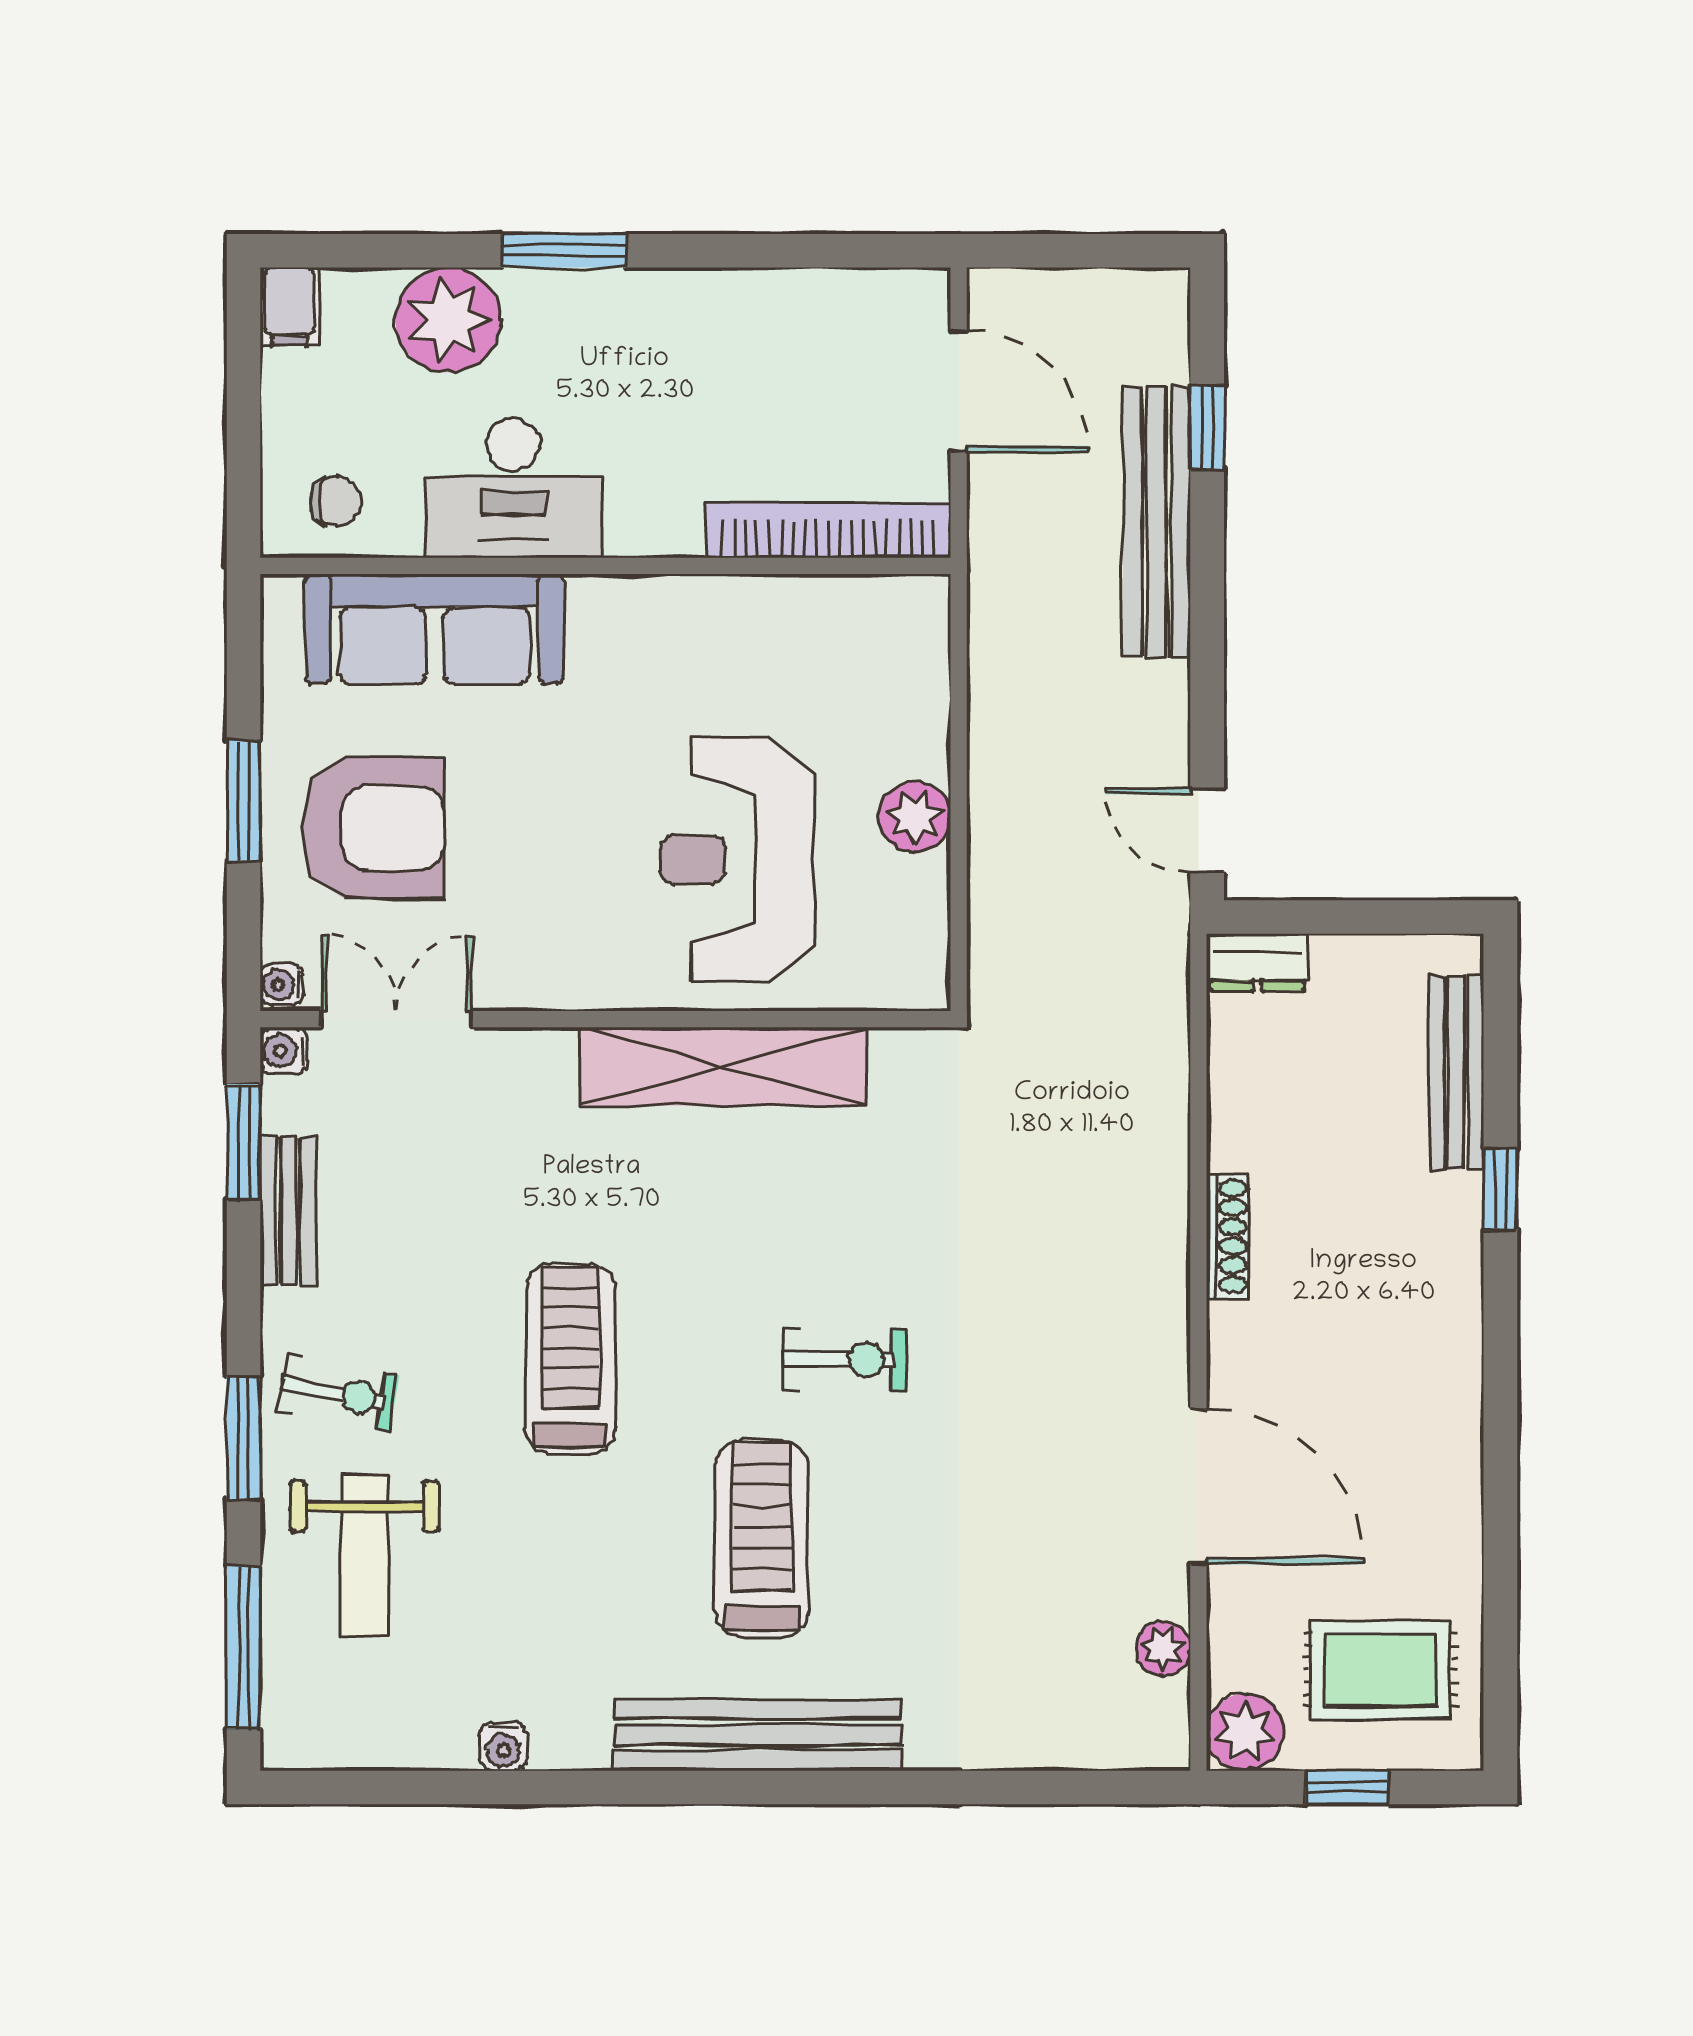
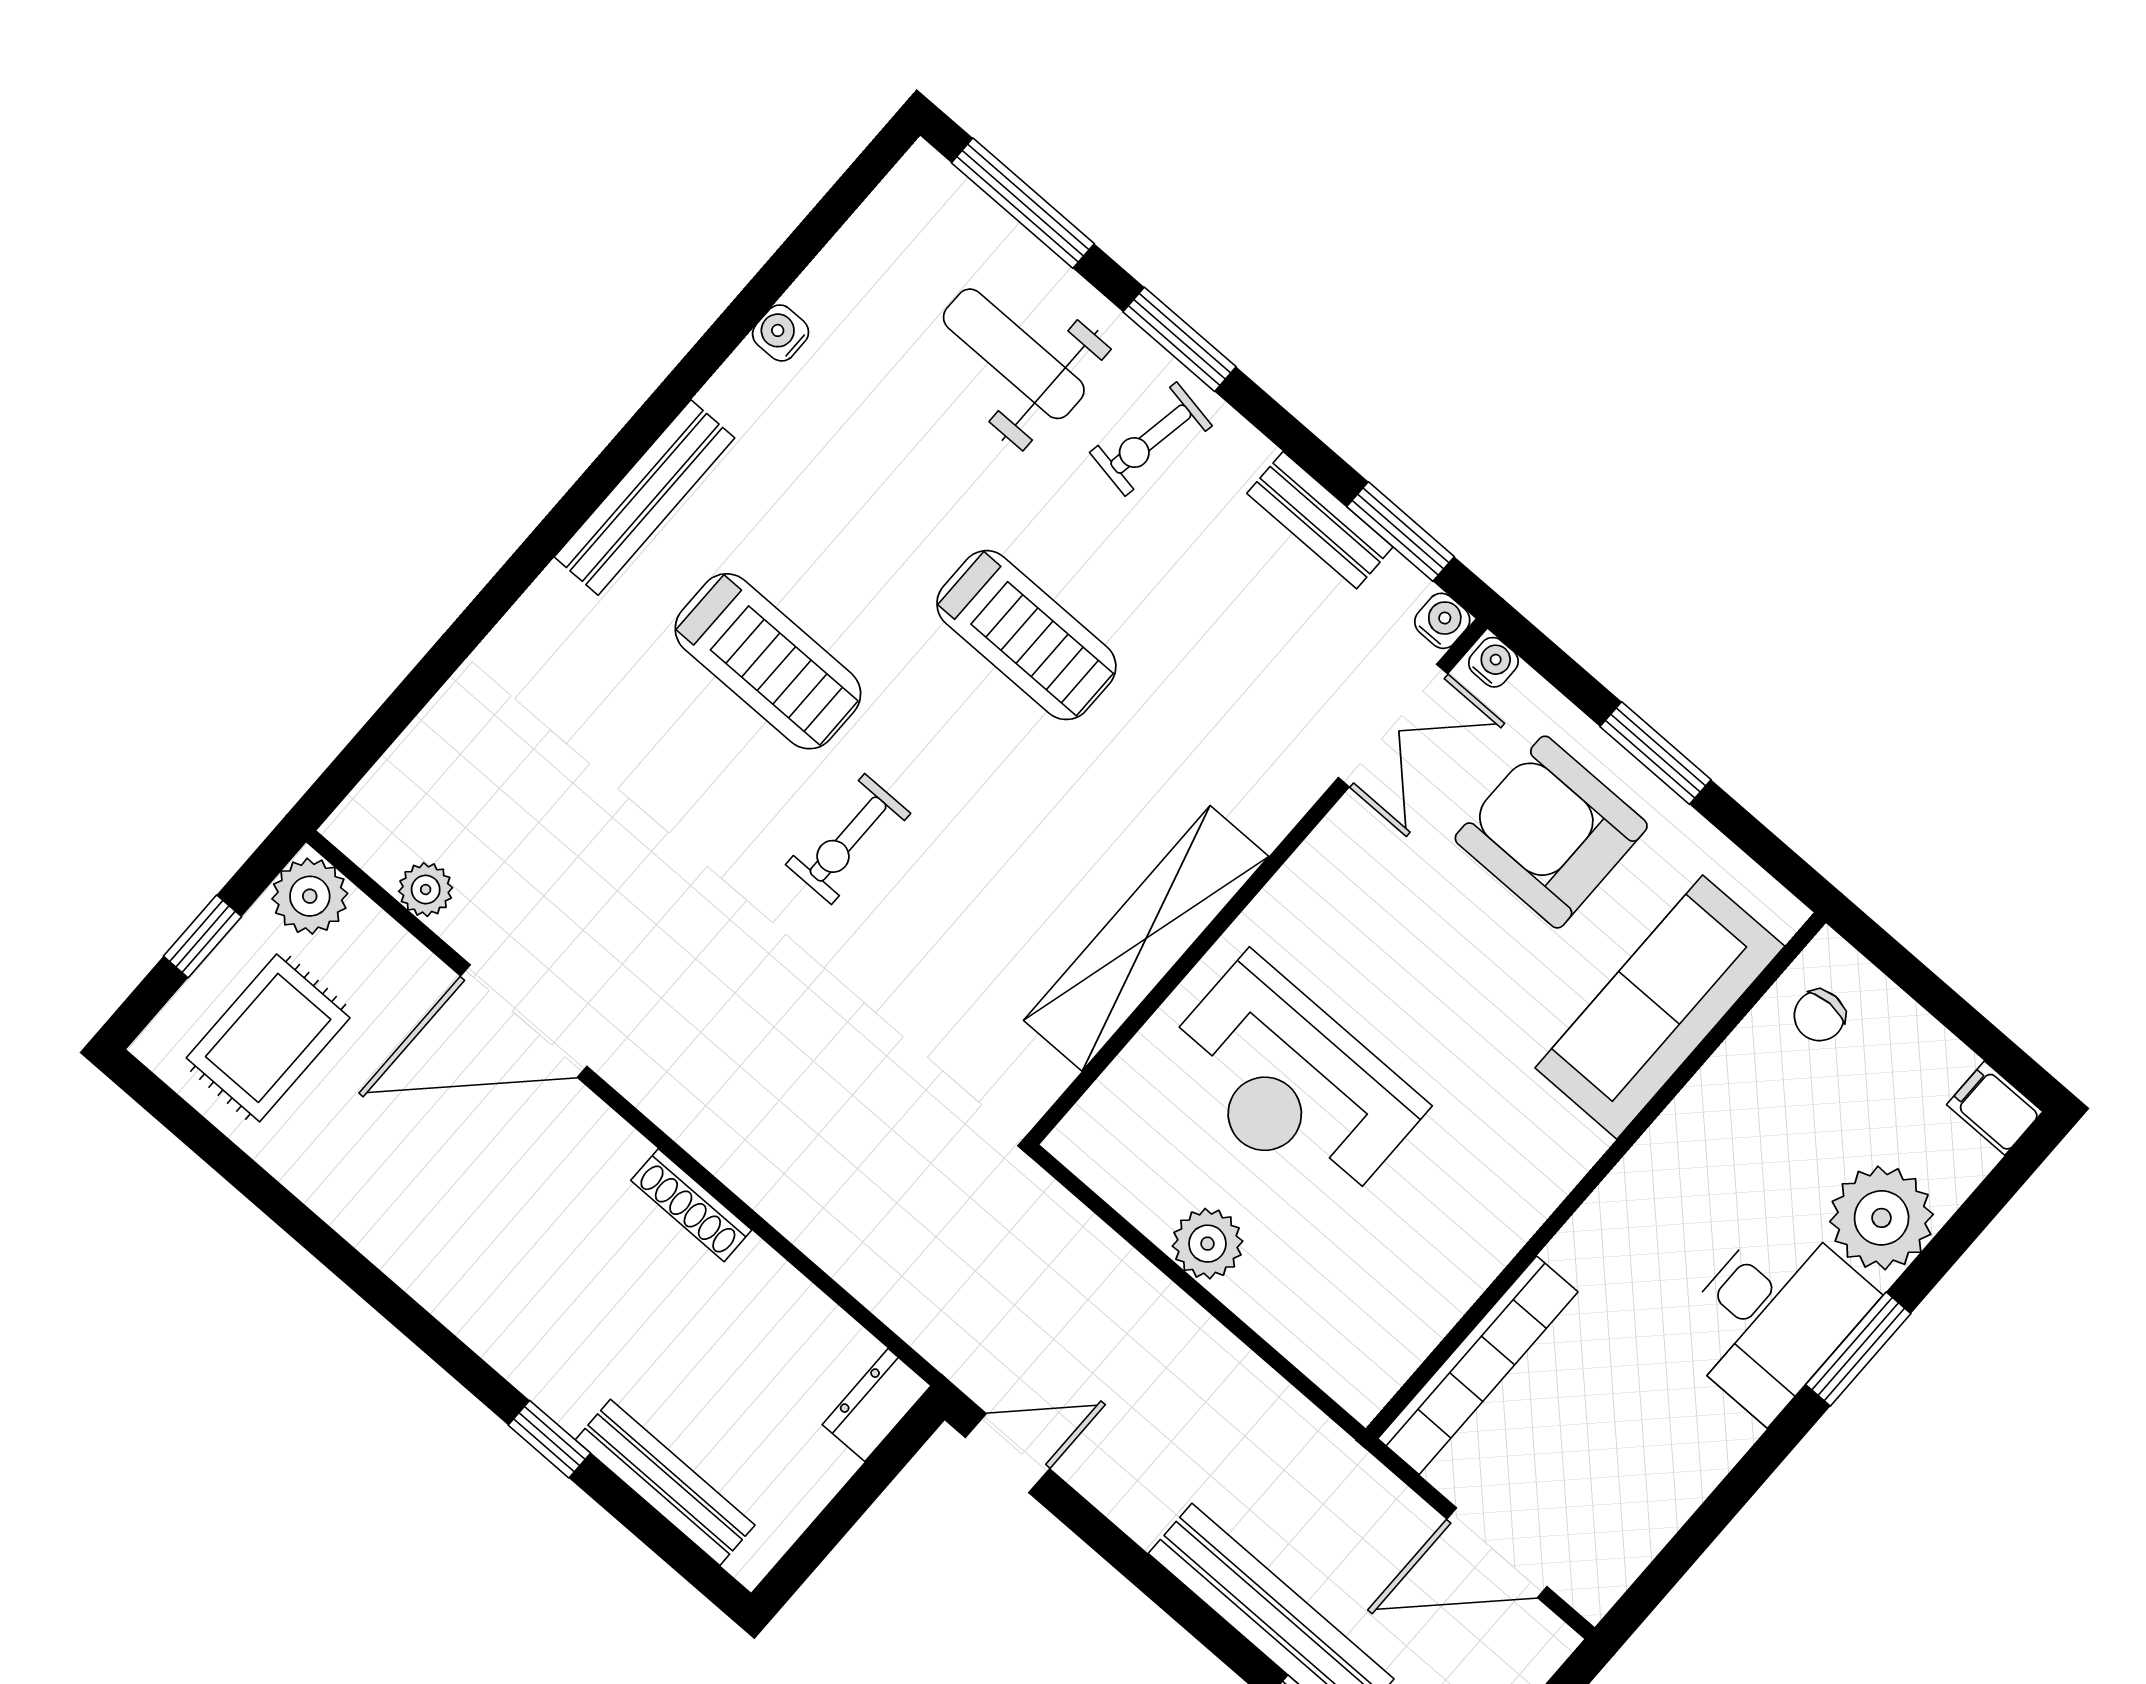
desk: (513, 488) -> (1773, 1316), moved, turned 180
armchair: (373, 828) -> (1551, 832), turned 90
reception desk: (738, 859) -> (1291, 1084), turned 180
bench: (758, 1735) -> (644, 497), width x0.73, depth x0.82

